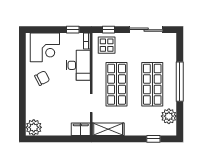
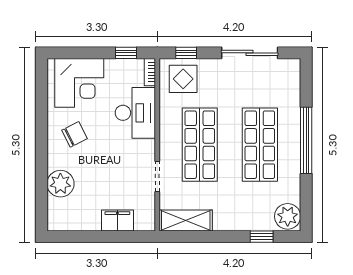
plant: (169, 116) -> (288, 216), moved
plant: (34, 127) -> (60, 184), moved
filing cabinet: (81, 129) -> (117, 220), moved

